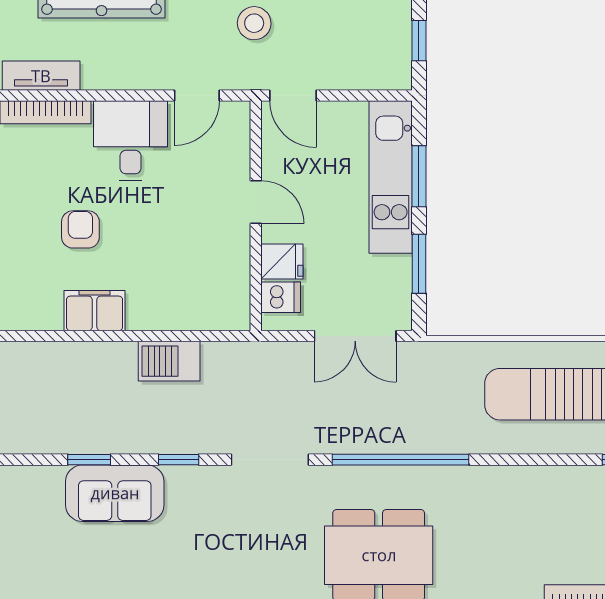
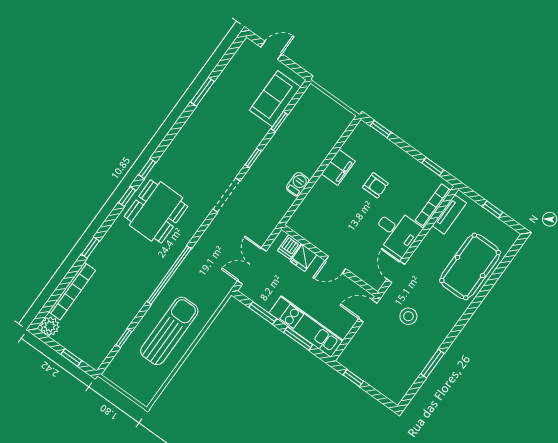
barbecue: (169, 361) -> (298, 184), width x0.73, depth x0.79
window: (401, 460) -> (169, 275), moved
sofa: (115, 493) -> (275, 99), moved

